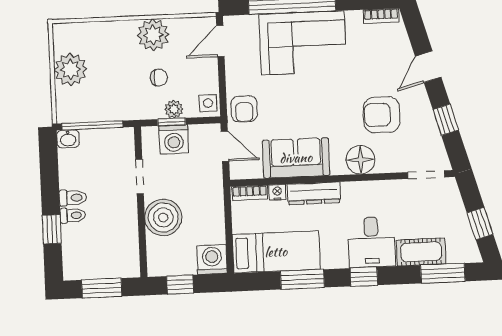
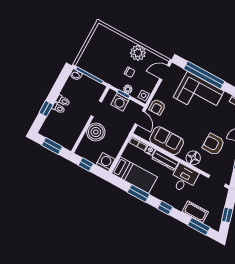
plant: (70, 69) -> (94, 46), removed
desk: (372, 242) -> (184, 179), moved, turned 180

